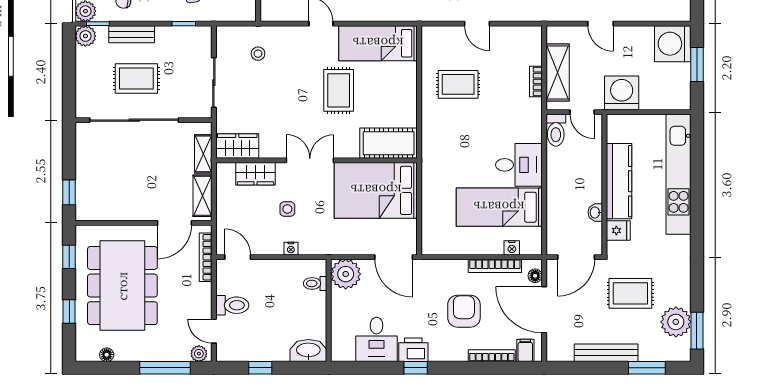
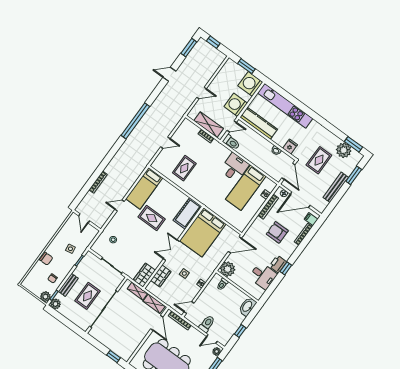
washing machine: (673, 44) -> (250, 84), moved, turned 90
kitchen counter: (619, 181) -> (259, 123), moved

